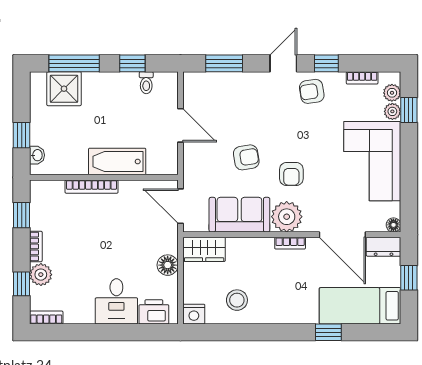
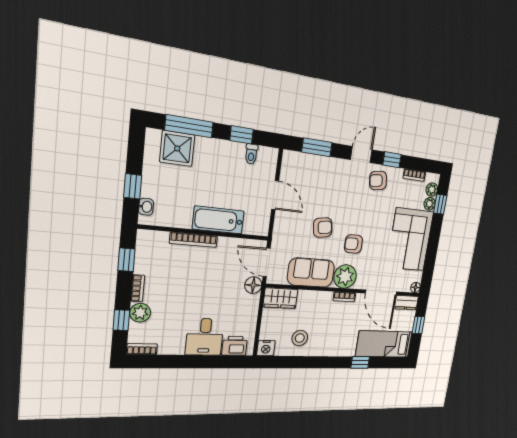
armchair: (291, 174) -> (353, 244), turned 90
floor lamp: (168, 265) -> (253, 285), moved

